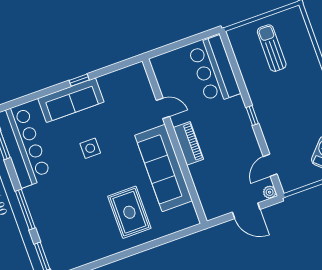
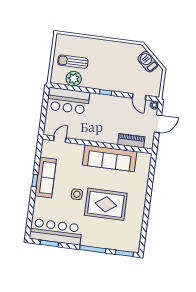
plant: (249, 61) -> (74, 79), added
sofa: (71, 100) -> (46, 177), moved
door: (163, 108) -> (60, 139), moved
piano: (188, 143) -> (131, 141), moved
rug: (129, 212) -> (106, 204), moved, width x1.37, depth x1.44

